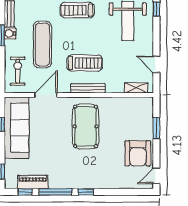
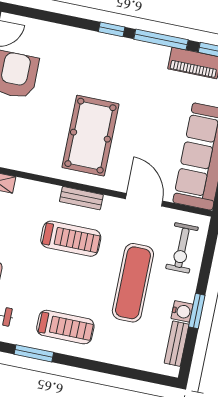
treadmill: (85, 63) -> (71, 239), turned 180
bench: (88, 88) -> (81, 198), width x0.73
door: (46, 95) -> (144, 200), swing flipped

